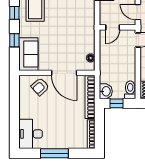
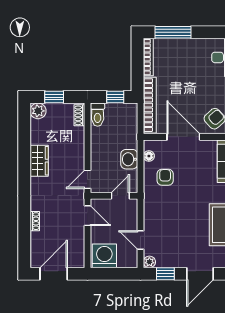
armchair: (78, 42) -> (165, 177), added
washbasin: (106, 91) -> (129, 159), moved
window: (54, 153) -> (173, 32), moved

